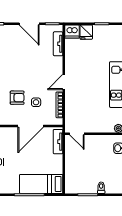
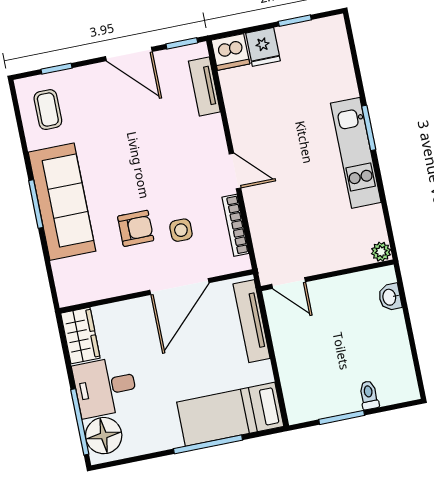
door: (64, 82) -> (235, 171), swing flipped
tv unit: (58, 142) -> (252, 321), width x1.41

